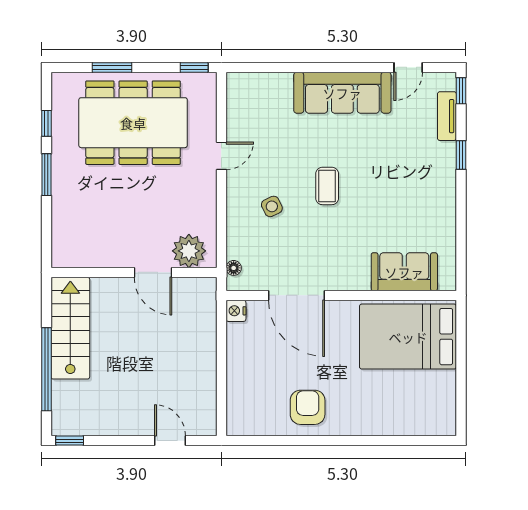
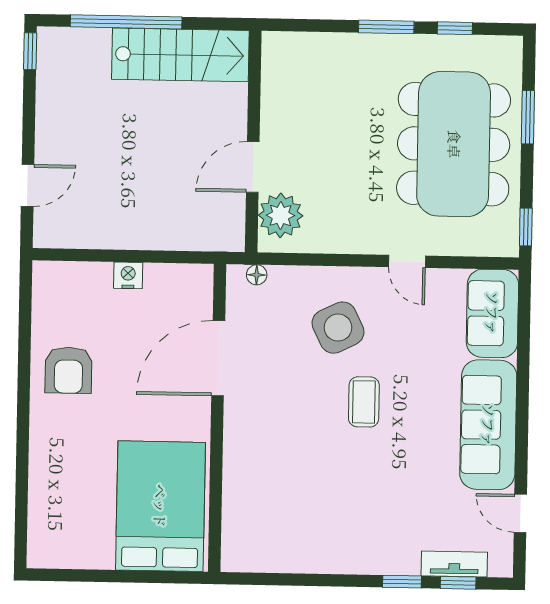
window: (461, 91) -> (458, 583), moved
coffee table: (327, 186) -> (364, 402), turned 90
side table: (272, 206) -> (338, 328), width x1.87, depth x1.87
sofa: (404, 272) -> (492, 313), moved, turned 180
nightstand: (236, 311) -> (128, 275), moved
armchair: (308, 407) -> (68, 370), turned 90

